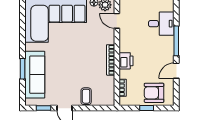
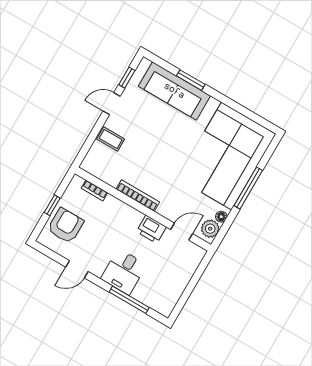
desk: (161, 24) -> (124, 272), moved
window: (176, 41) -> (129, 300), moved
printer: (126, 61) -> (151, 229), moved
door: (176, 71) -> (77, 269), swing flipped

